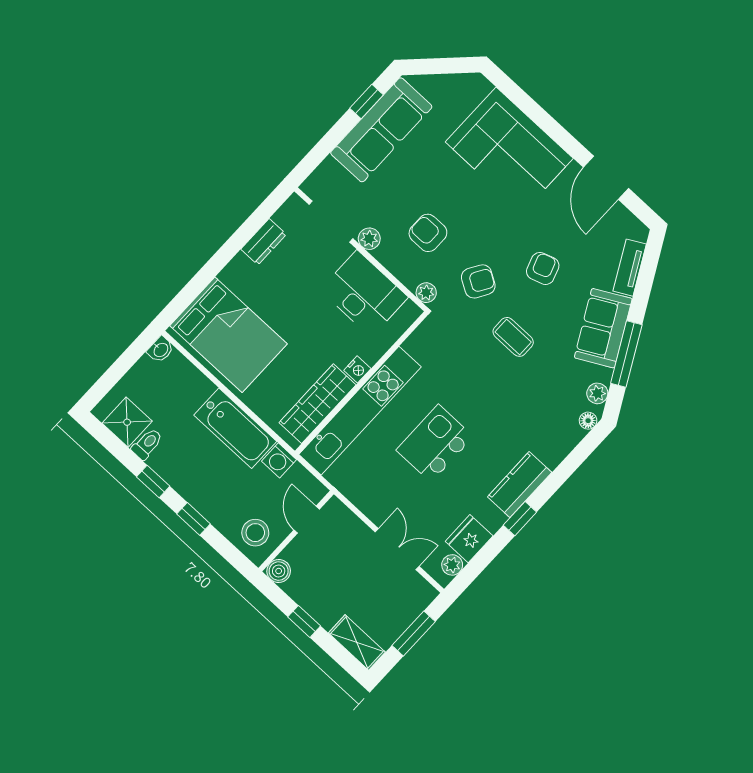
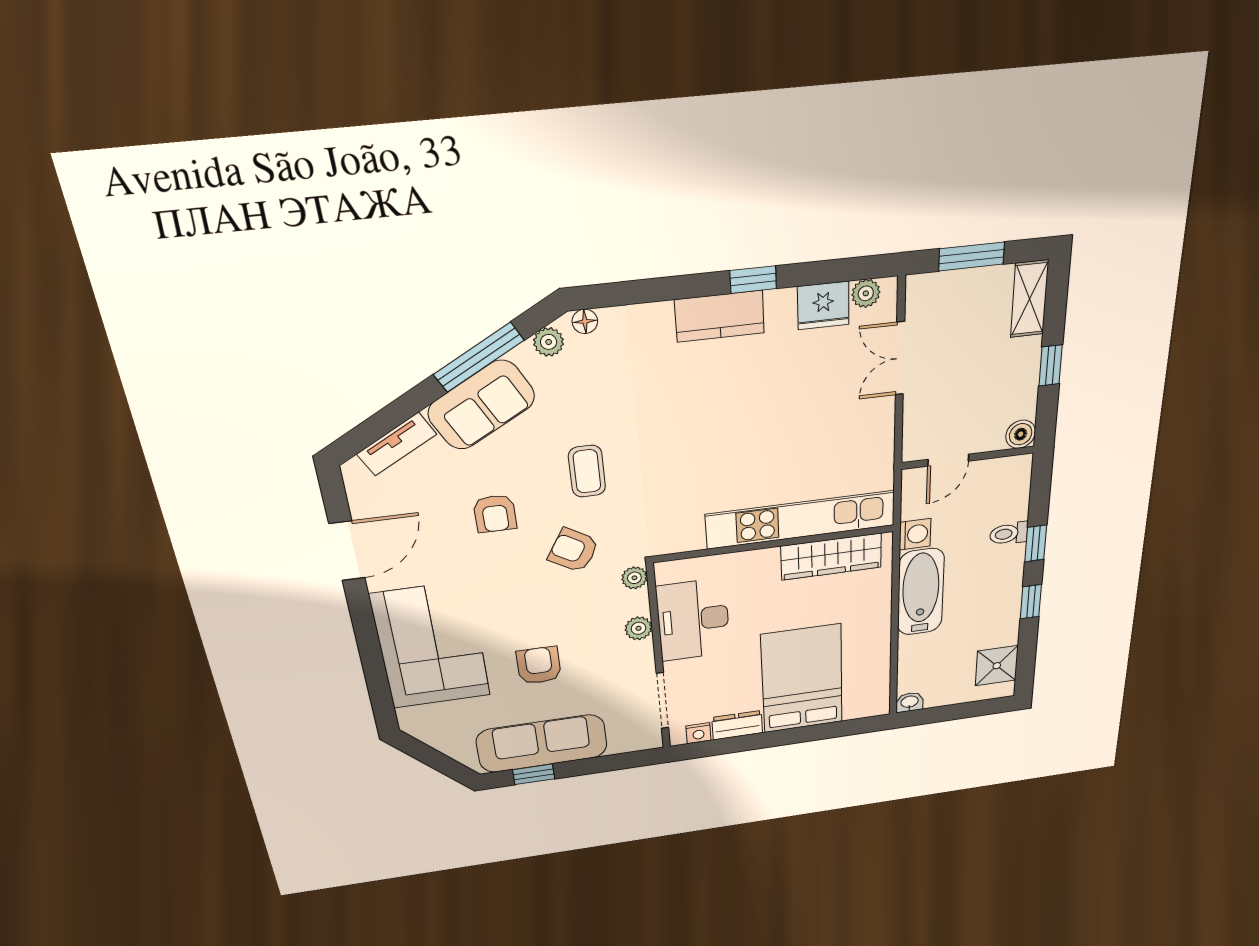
armchair: (428, 233) -> (539, 665), moved, turned 180
plant: (369, 239) -> (638, 628), moved
armchair: (543, 268) -> (495, 514), turned -71
bed: (229, 335) -> (802, 679), moved
nightstand: (357, 369) -> (698, 733), moved, turned 180
kitchen island: (435, 443) -> (763, 431), removed
toilet: (147, 444) -> (1009, 534), moved
stool: (255, 533) -> (1002, 487), removed

